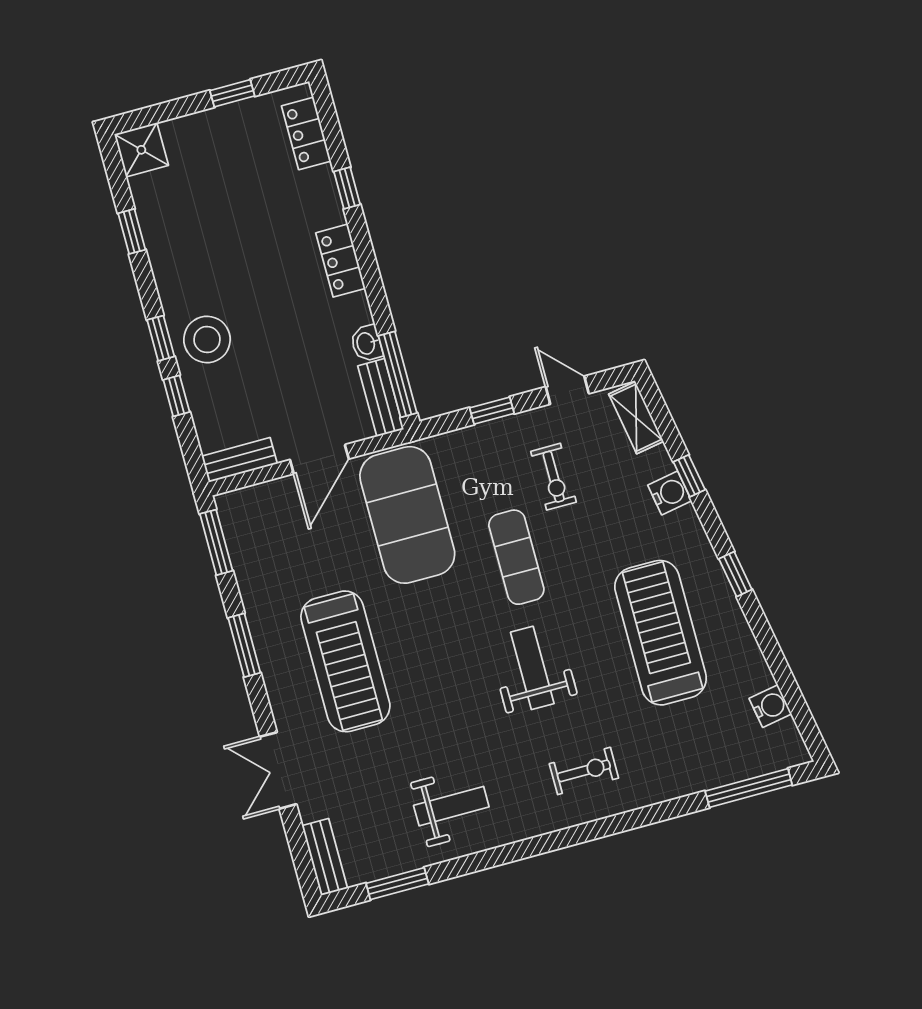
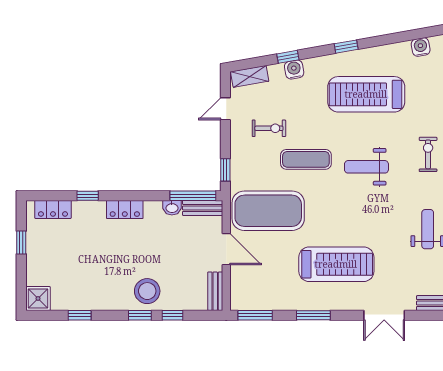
window: (492, 411) -> (225, 170), moved

